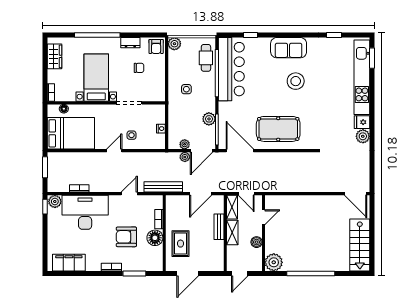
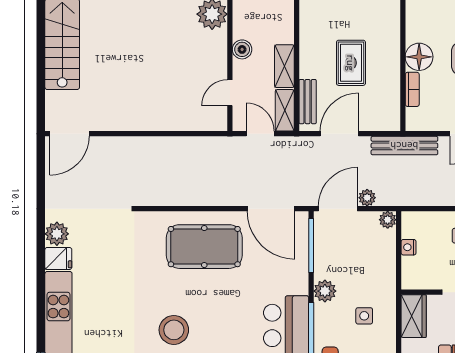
wardrobe: (158, 89) -> (414, 316), added
plant: (209, 119) -> (325, 291), moved
plant: (185, 144) -> (388, 220), moved
door: (356, 194) -> (69, 134), swing flipped
bench: (219, 227) -> (308, 102), moved
rug: (181, 244) -> (351, 63), moved

